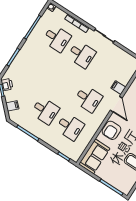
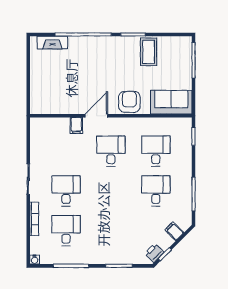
armchair: (112, 130) -> (129, 102), turned -90

